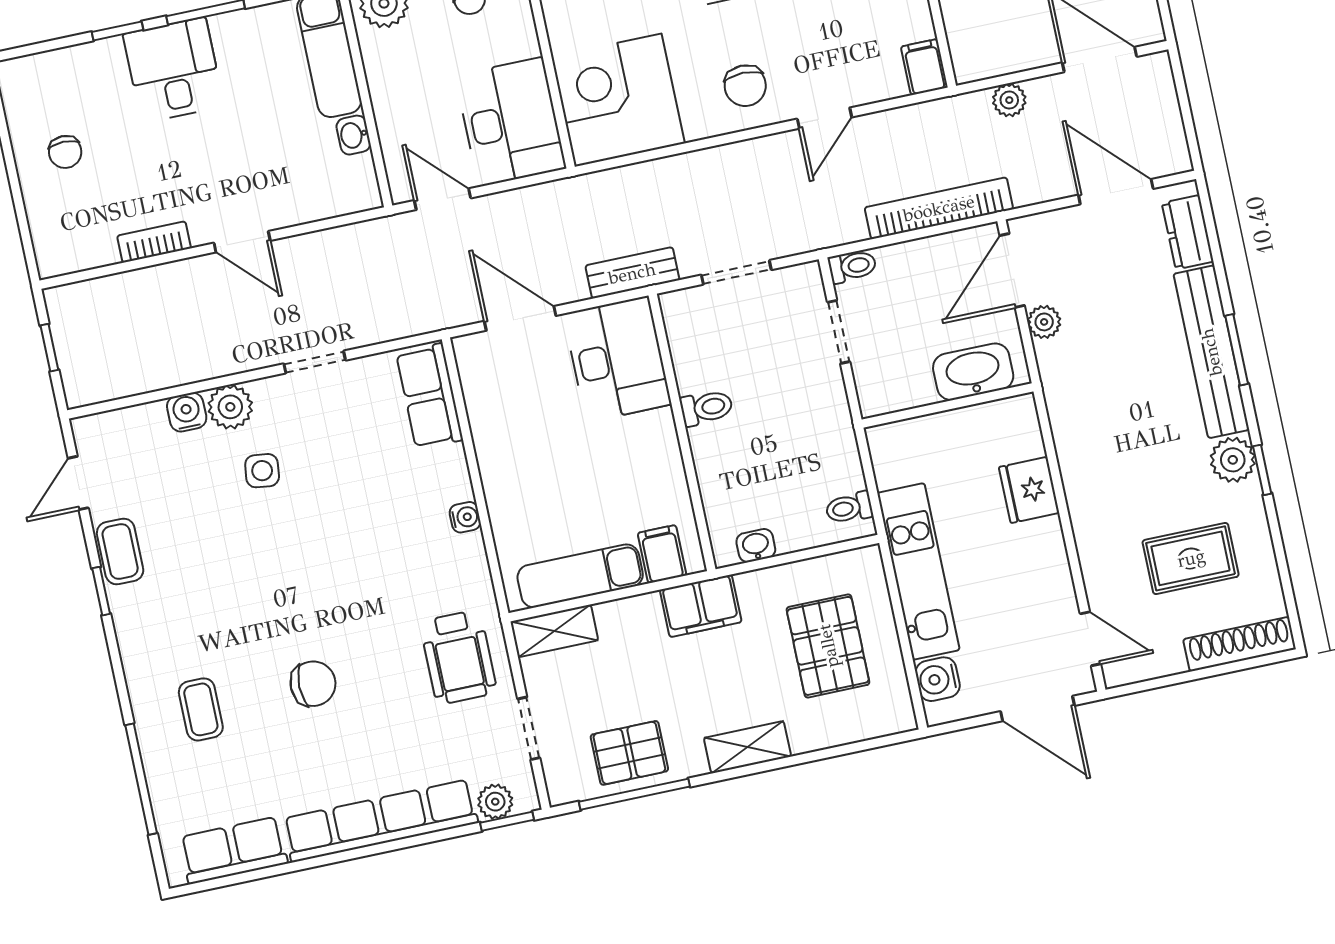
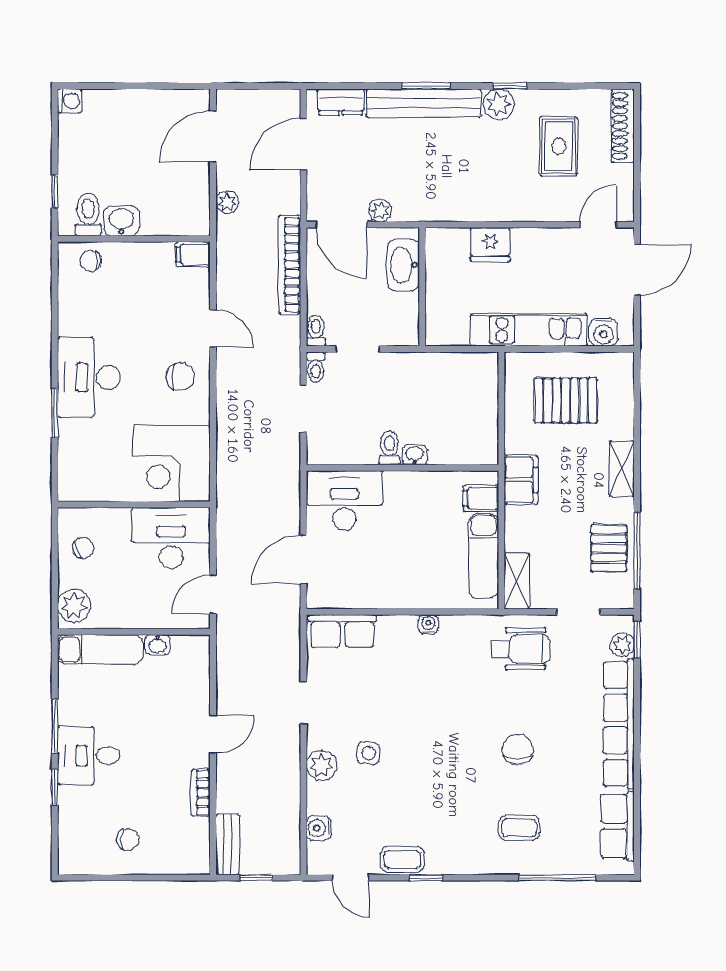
bench: (632, 273) -> (227, 844), moved
water cooler: (187, 412) -> (319, 828), moved
toilet: (849, 508) -> (316, 367), moved
washbasin: (756, 546) -> (415, 455), moved, turned 90

